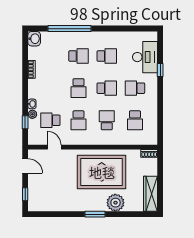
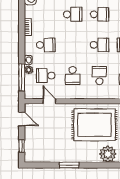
school desk: (79, 88) -> (46, 45), moved, turned -90
window: (25, 122) -> (22, 77), width x2.17
window: (95, 214) -> (69, 165), moved

